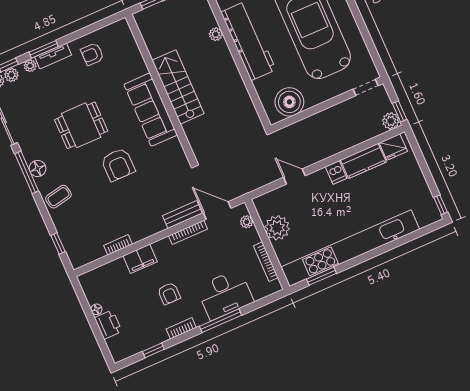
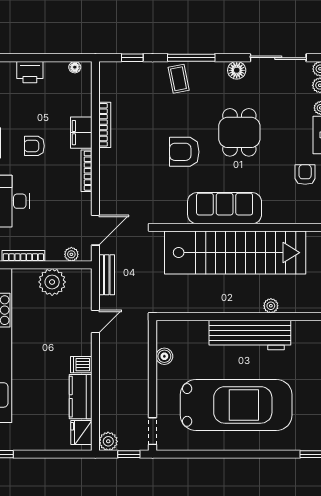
stairs: (178, 87) -> (235, 253), width x1.86, depth x1.51
boiler: (289, 102) -> (164, 356), width x0.54, depth x0.54
window: (399, 111) -> (129, 454), moved
floor lamp: (38, 169) -> (237, 70), moved
window: (27, 172) -> (191, 58), moved
bench: (182, 215) -> (107, 275), moved
bookcase: (188, 232) -> (86, 171), moved
bookcase: (118, 245) -> (105, 125), width x1.56
floor lamp: (96, 309) -> (75, 67), moved

